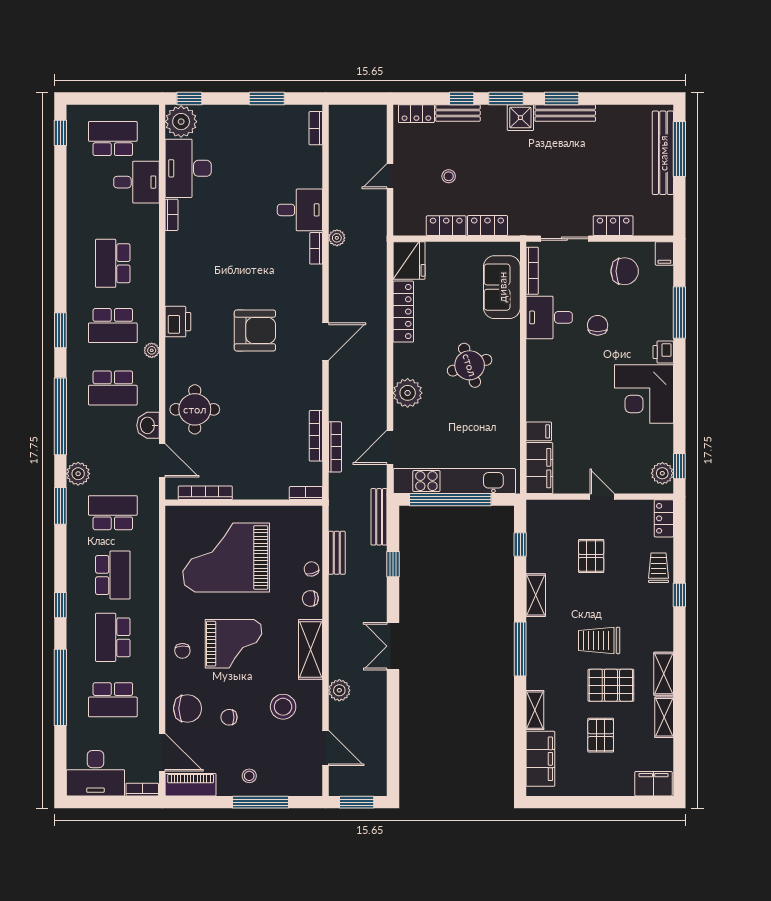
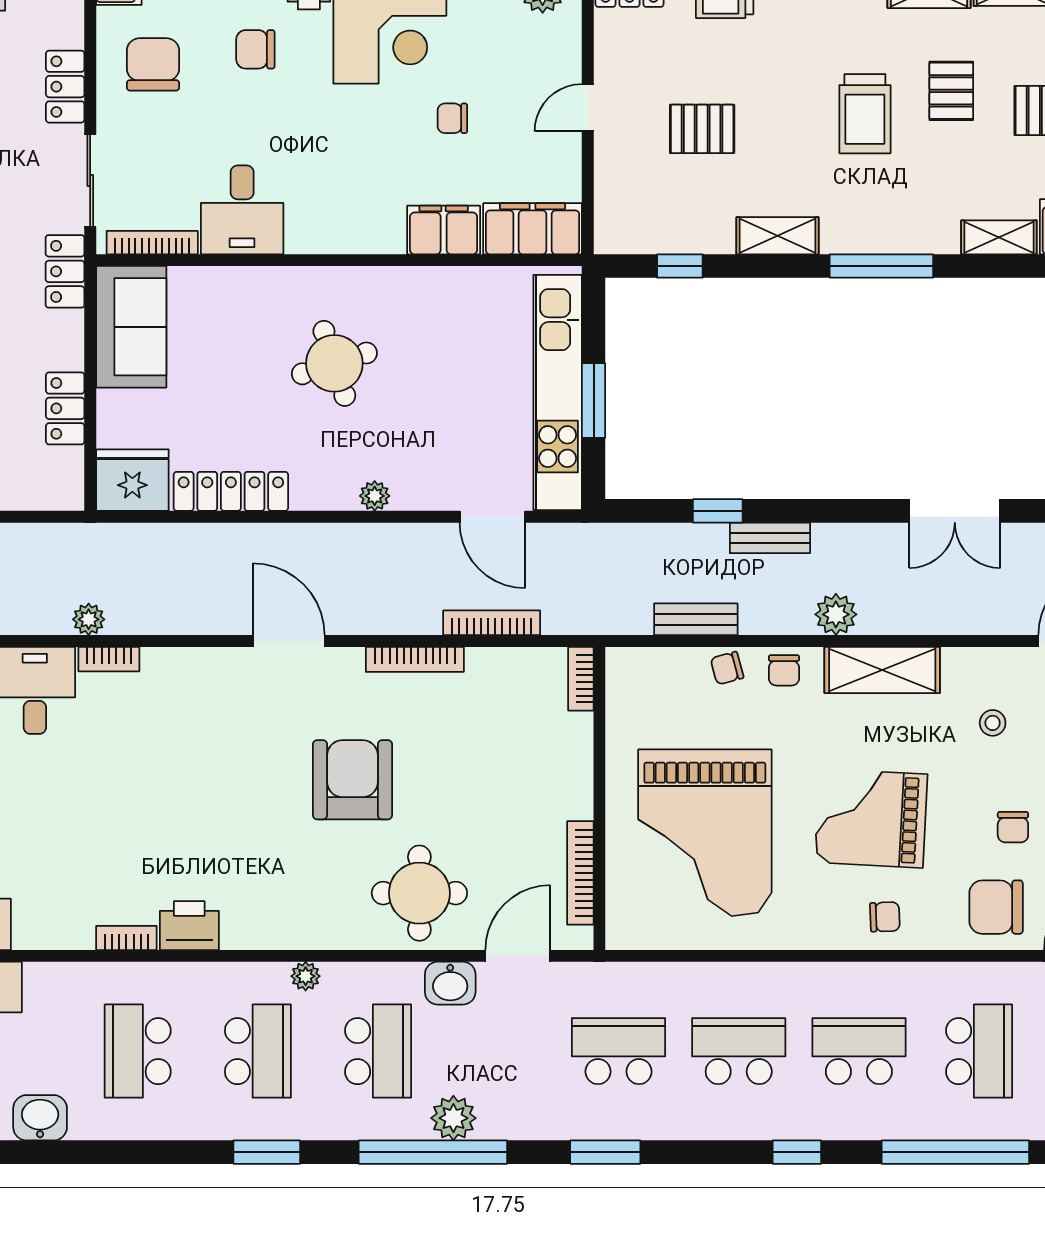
washbasin: (78, 213) -> (40, 1118), added
bookcase: (172, 215) -> (126, 938), moved
locker: (487, 226) -> (65, 271), moved
school desk: (113, 263) -> (138, 1051), turned 90
sofa: (502, 287) -> (131, 327), moved, turned -90
printer: (178, 322) -> (189, 926), moved
chair: (598, 325) -> (255, 49), moved
armchair: (255, 330) -> (353, 780), moved
plant: (408, 393) -> (375, 496), width x0.53, depth x0.53
chair: (597, 426) -> (452, 118), added
filing cabinet: (539, 431) -> (444, 230), width x2.00
bookcase: (316, 436) -> (415, 659), moved
plant: (78, 474) -> (453, 1118), moved
window: (450, 500) -> (594, 401), width x0.47
school desk: (113, 513) -> (618, 1051), turned 90
bench: (379, 517) -> (770, 538), moved, width x0.73
school desk: (113, 637) -> (859, 1051), turned 180
grand piano: (234, 644) -> (871, 818), turned -87
double door: (393, 646) -> (955, 511), moved
pallet: (611, 685) -> (951, 91), width x0.67, depth x0.71
plant: (339, 690) -> (836, 614), moved
stool: (283, 707) -> (993, 723), width x0.53, depth x0.53
chair: (188, 708) -> (996, 907), turned -90

